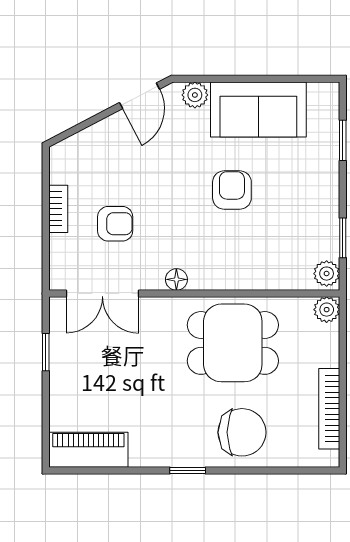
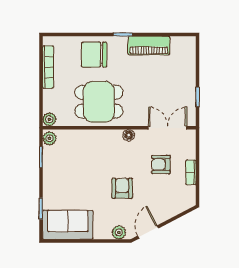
sofa: (258, 109) -> (68, 225), moved
armchair: (232, 190) -> (122, 188), moved, turned 180
piano: (88, 450) -> (149, 45), moved

